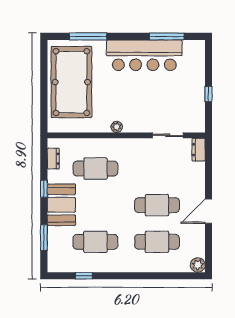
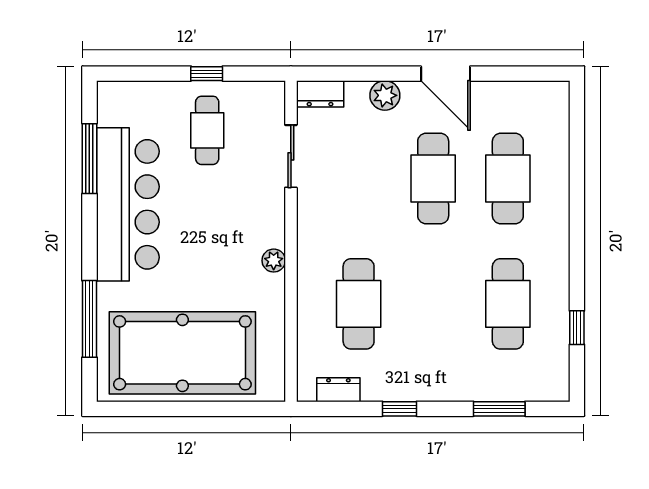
cafe table: (181, 94) -> (207, 130), added
booth: (61, 205) -> (432, 373), removed
plant: (198, 265) -> (385, 95), moved

